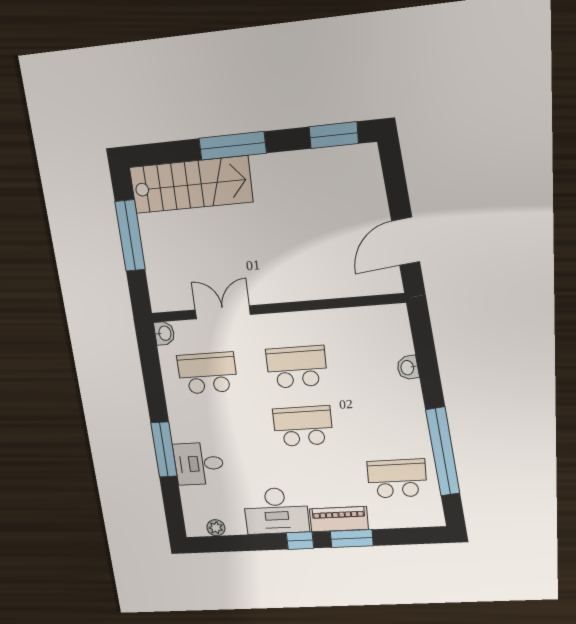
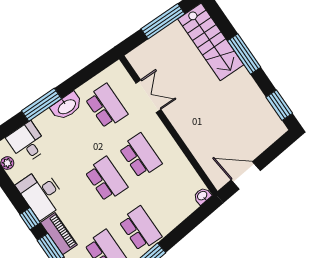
washbasin: (164, 333) -> (67, 106), moved, width x1.91, depth x1.45
washbasin: (408, 368) -> (202, 196), moved
school desk: (393, 421) -> (140, 229), added
desk: (199, 464) -> (27, 143), moved

